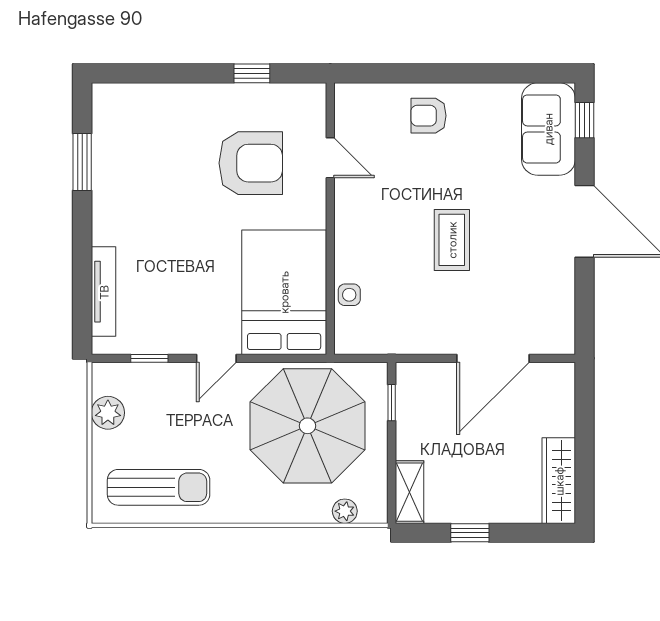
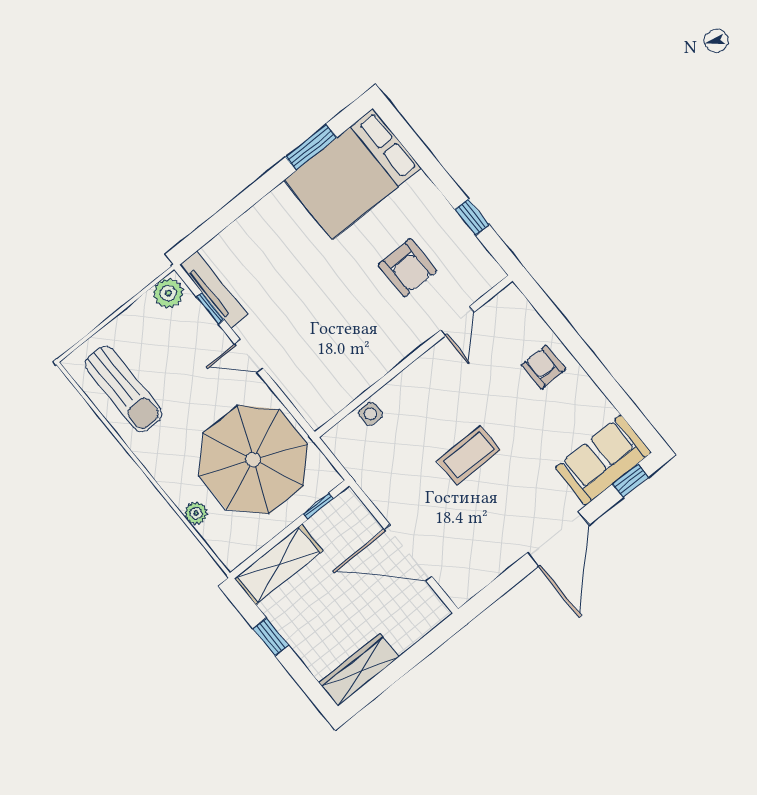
armchair: (251, 163) -> (407, 268), width x0.73, depth x0.73
tv unit: (104, 292) -> (214, 290), moved, turned -90
bed: (284, 292) -> (353, 174), moved, turned 180
plant: (108, 413) -> (168, 293), moved
shelving: (409, 492) -> (279, 565), width x1.50, depth x1.33
plant: (345, 511) -> (196, 513), moved

